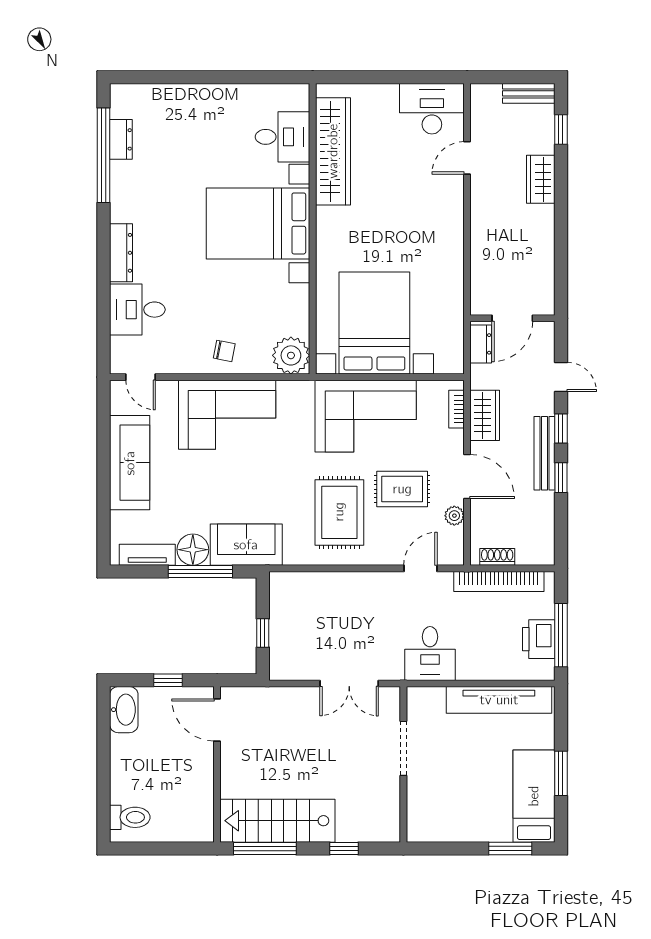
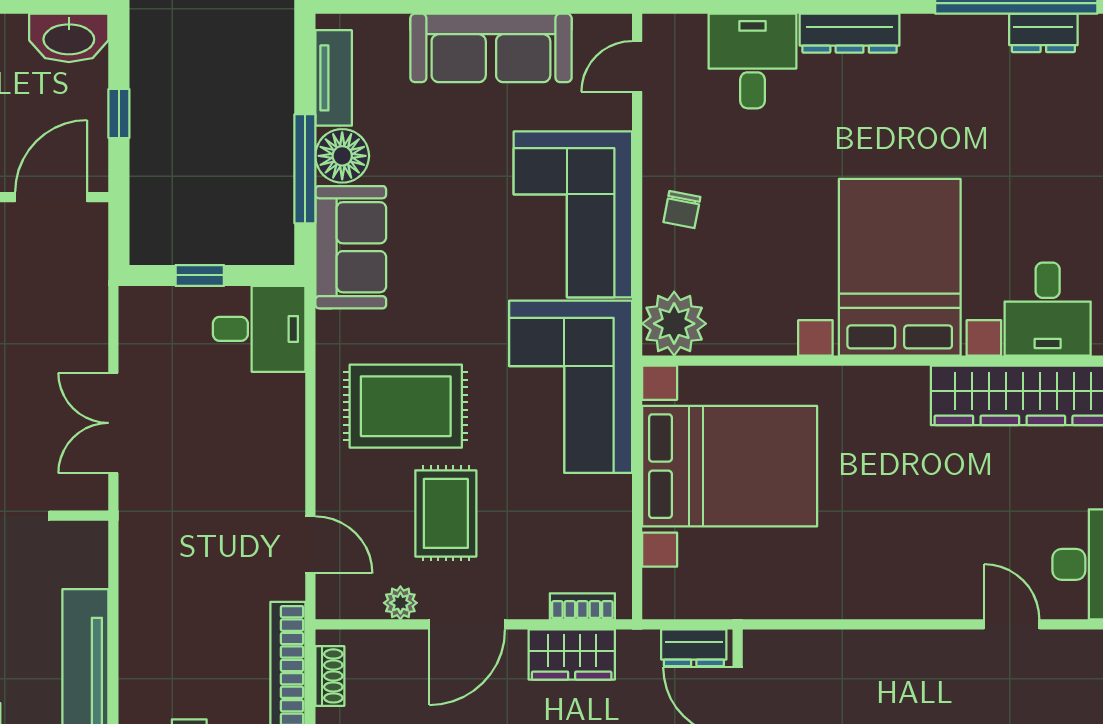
corner sofa: (366, 416) -> (571, 387), moved
desk: (430, 653) -> (259, 329), moved, turned 180

